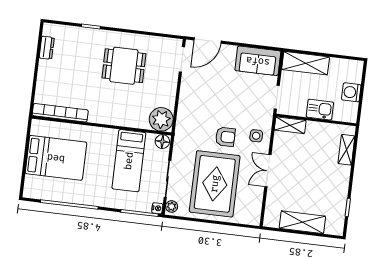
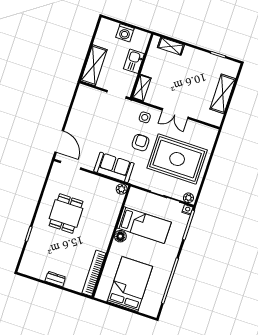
dresser: (47, 48) -> (55, 279), moved
sofa: (258, 61) -> (114, 167), moved, turned -90
plant: (161, 119) -> (122, 189), width x0.53, depth x0.53
floor lamp: (162, 142) -> (120, 236), moved

